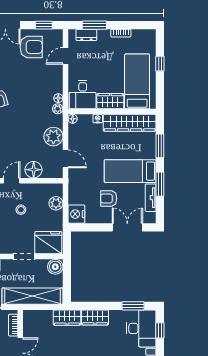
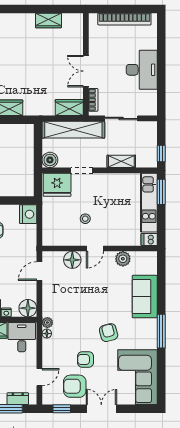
armchair: (21, 73) -> (85, 359), added
floor lamp: (73, 119) -> (28, 308), width x1.89, depth x1.89
plant: (53, 137) -> (52, 294), removed
door: (65, 159) -> (39, 271), hinge flipped
plant: (56, 203) -> (49, 225), removed
wardrobe: (67, 318) -> (69, 108), moved

